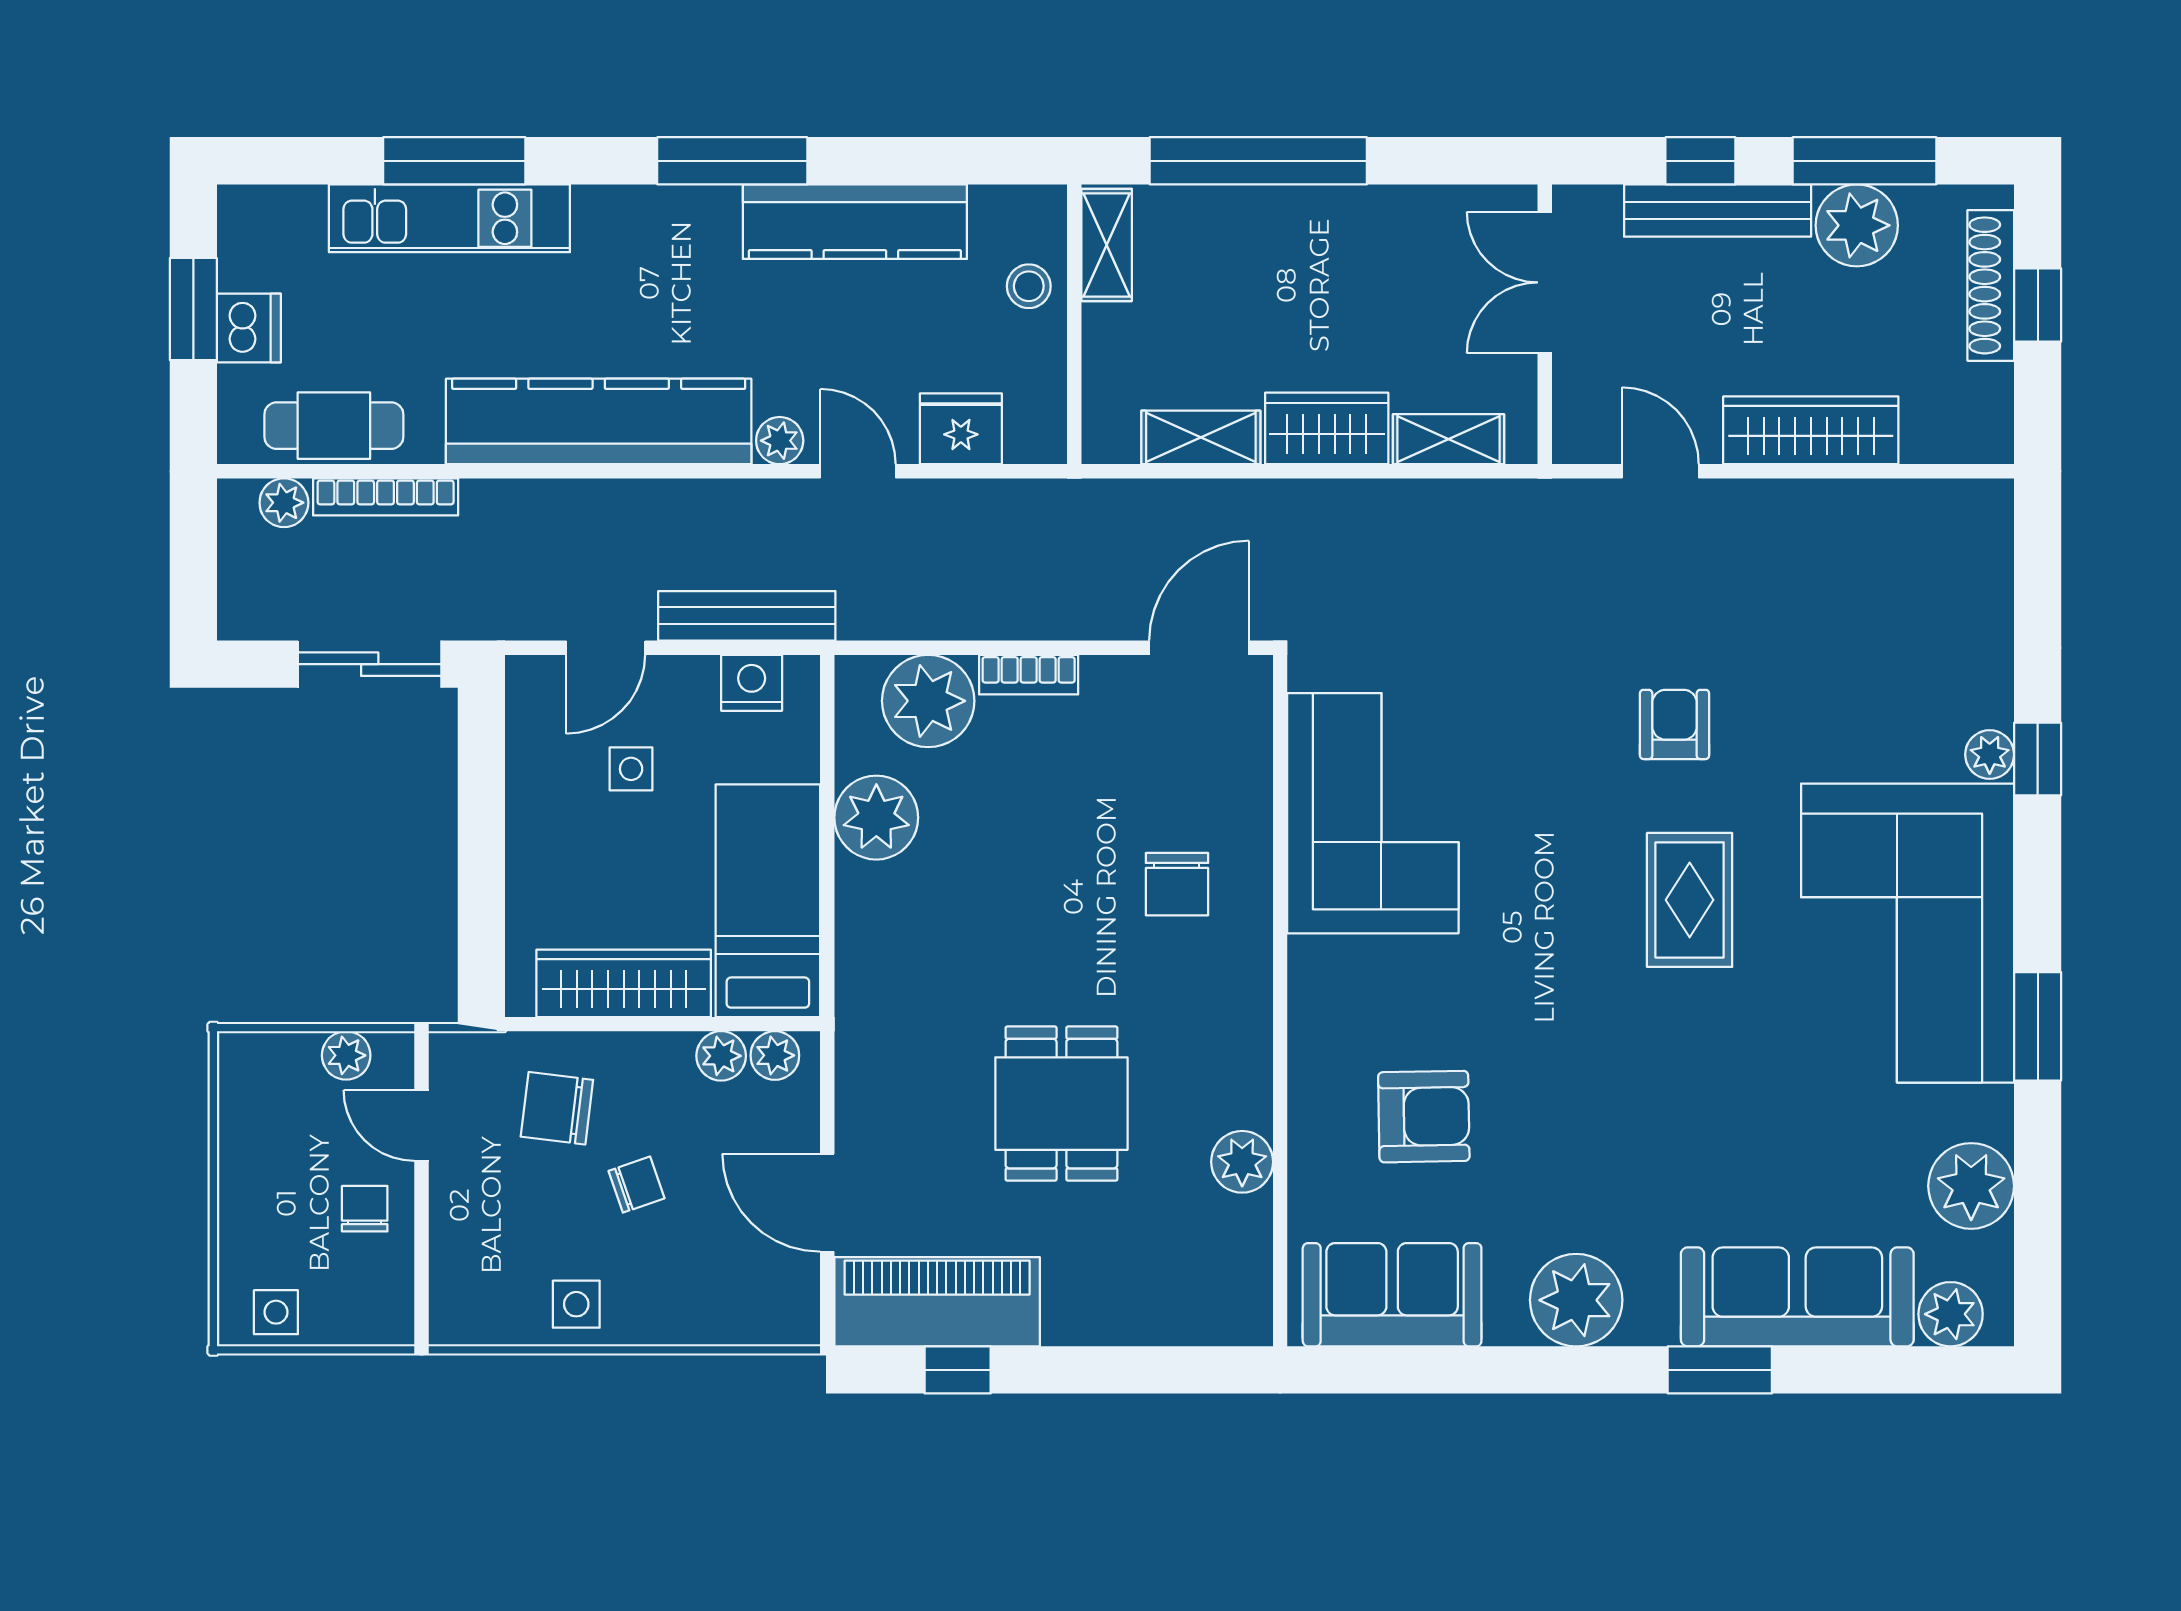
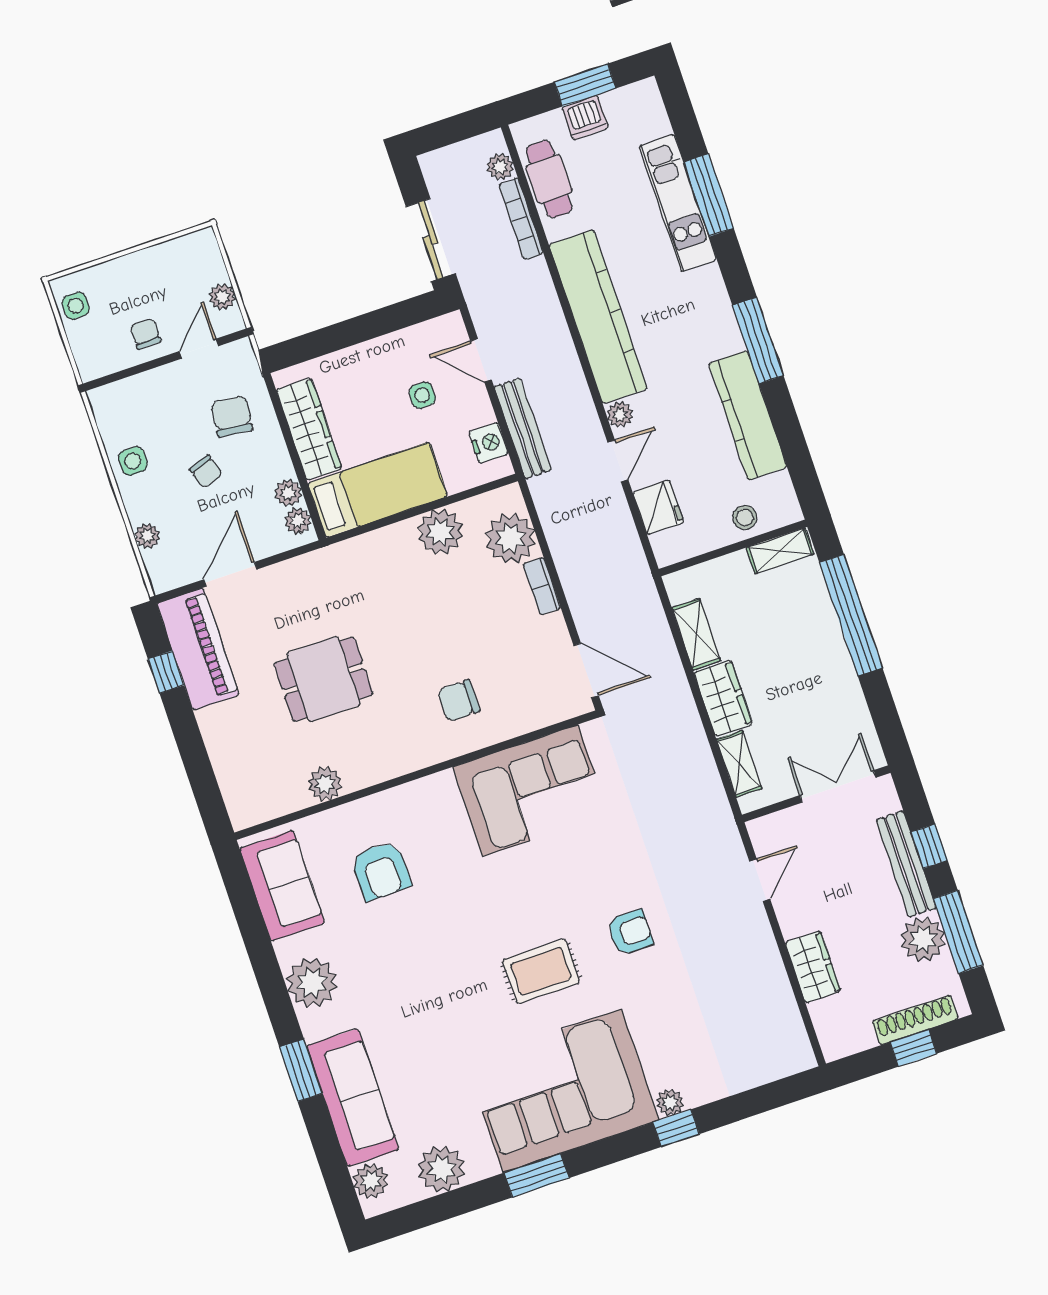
wardrobe: (1811, 430) -> (813, 967), width x0.67
chair: (365, 1209) -> (145, 334), turned -90
plant: (713, 1323) -> (147, 536), added

